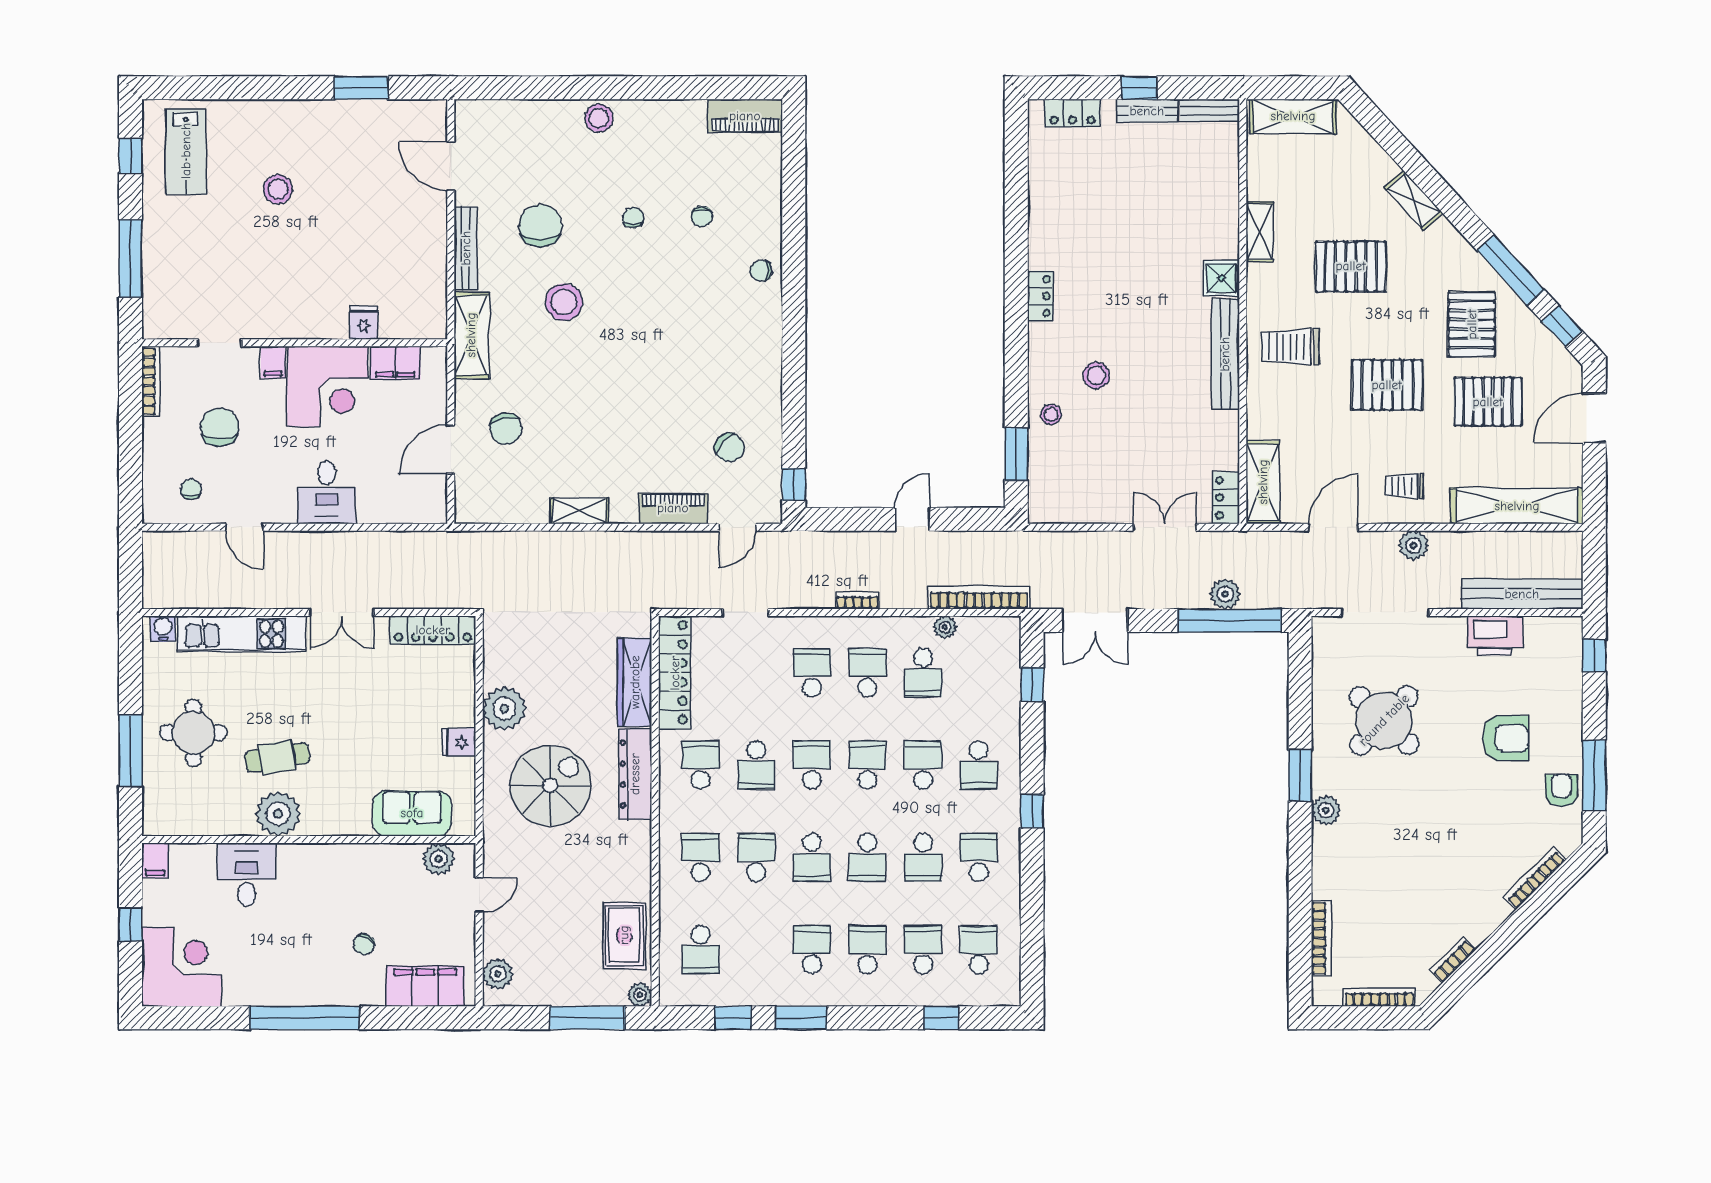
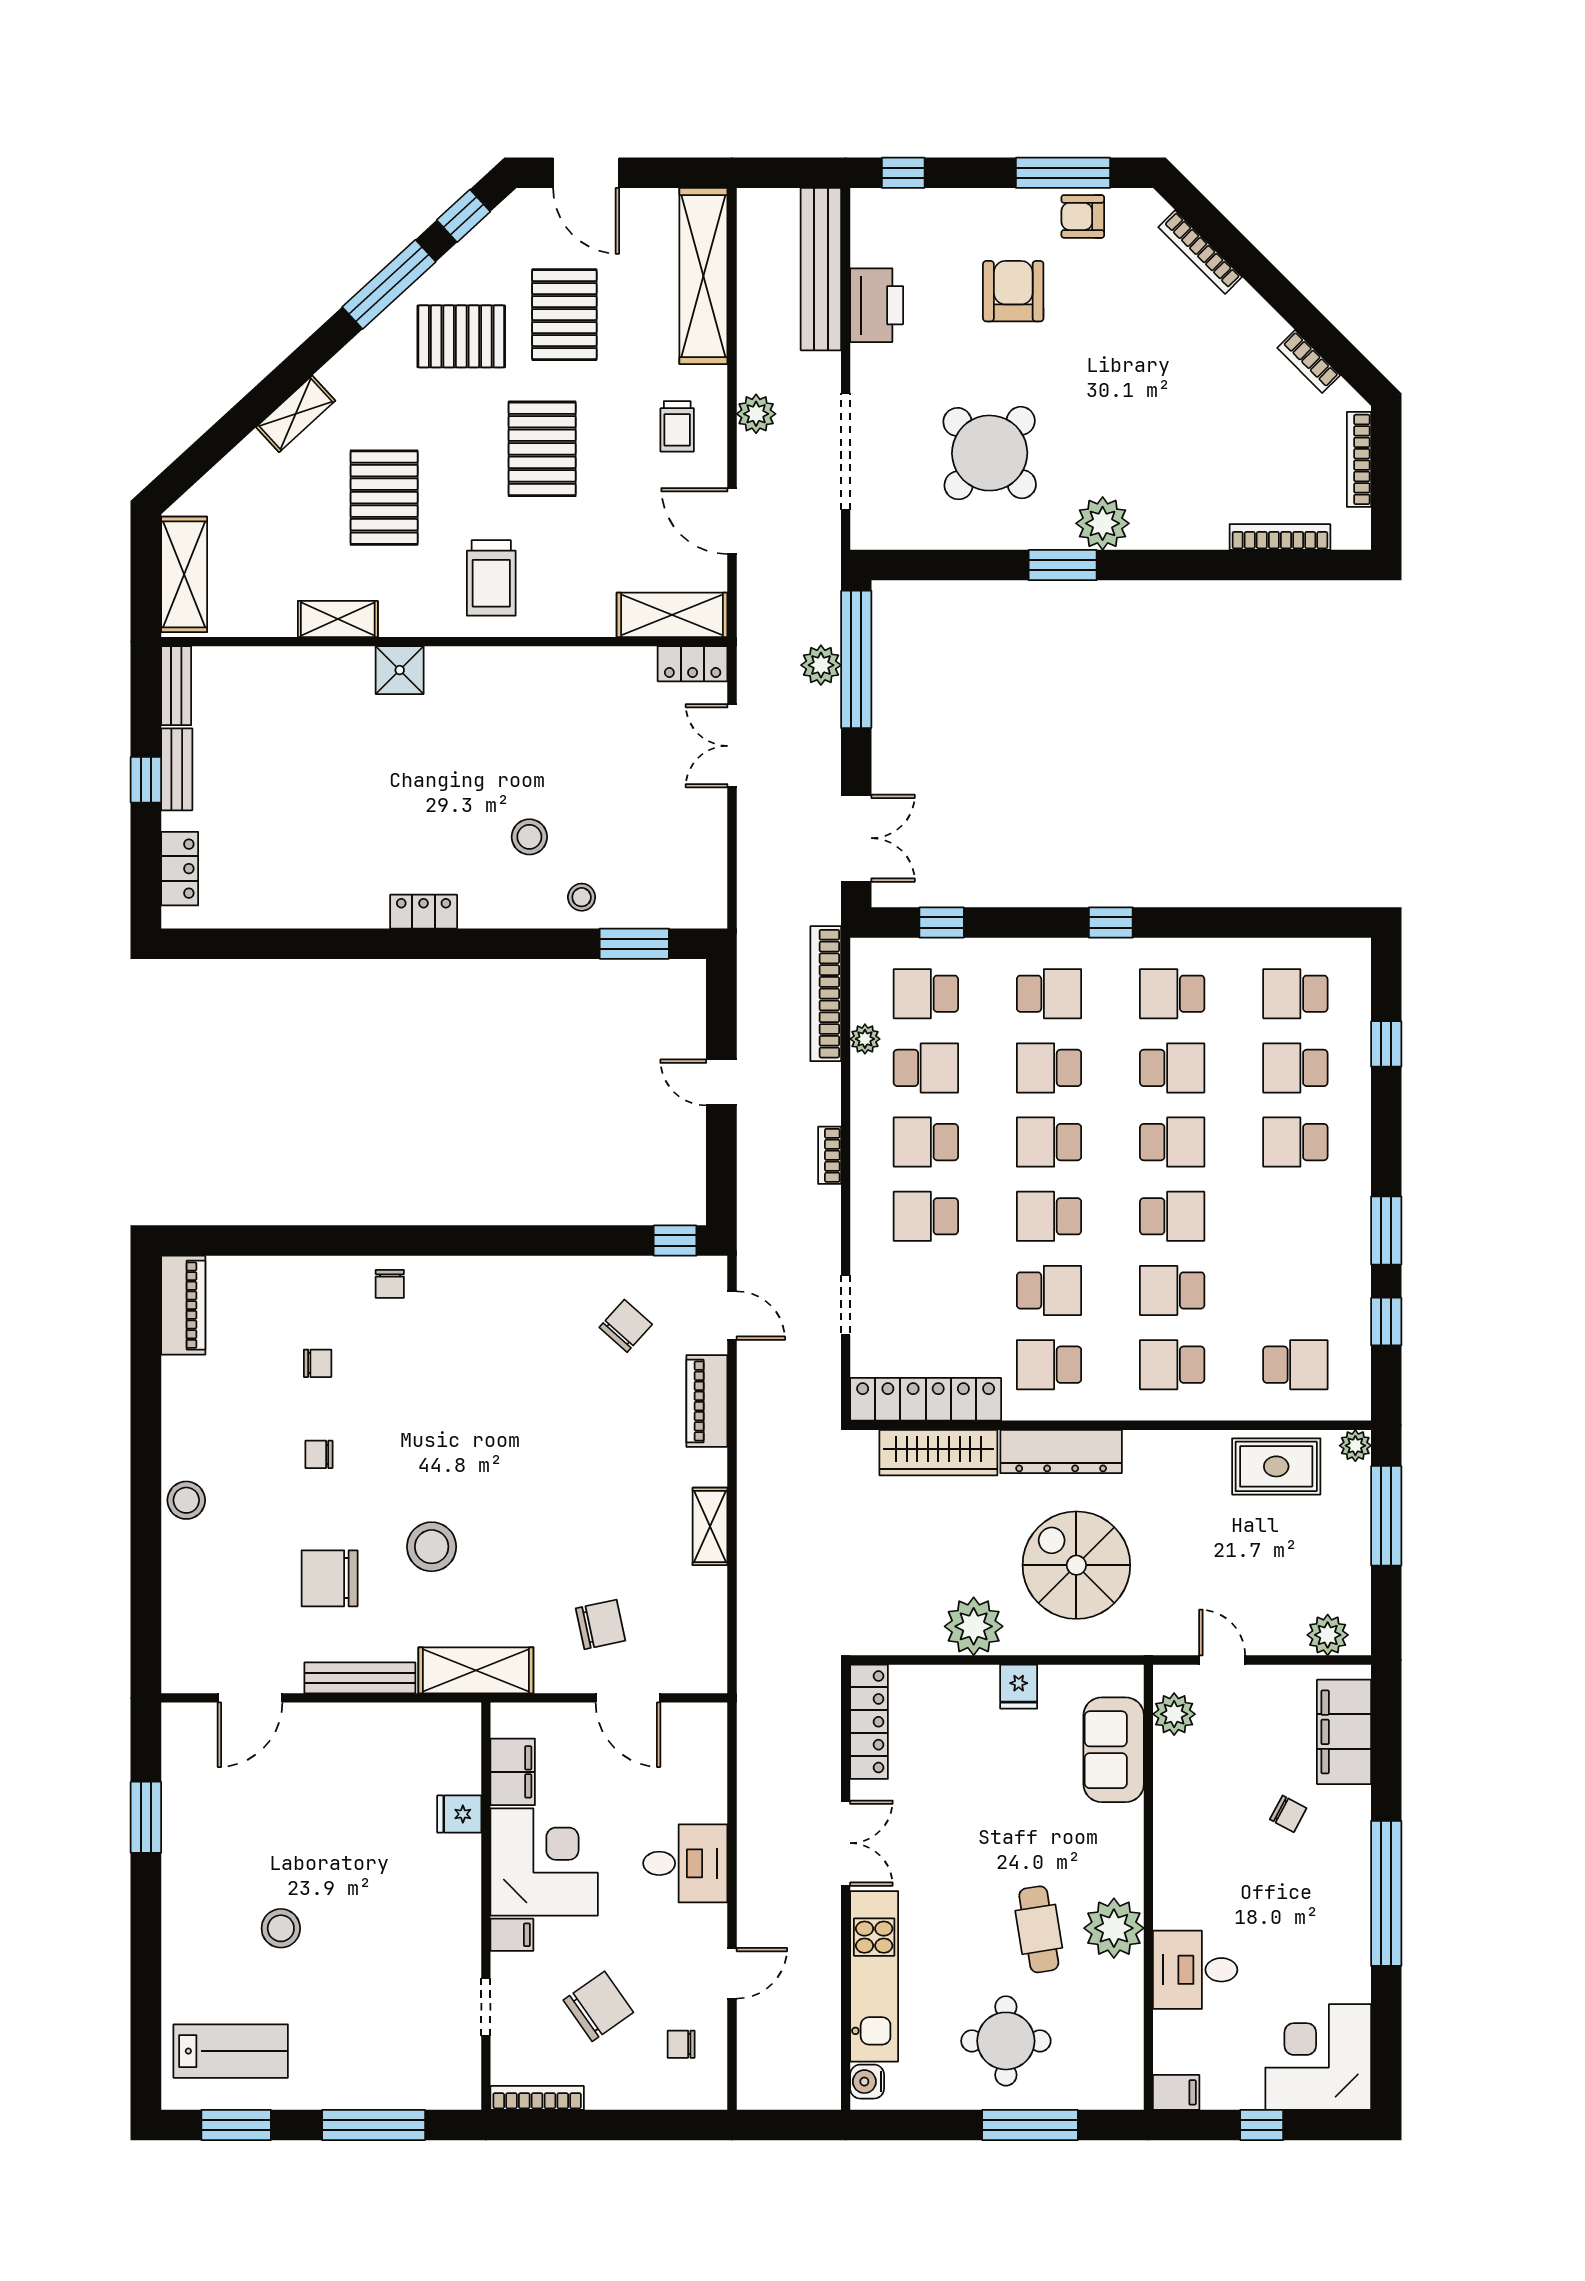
window: (130, 156) -> (236, 2125), width x1.50
bench: (1225, 354) -> (501, 665), removed
chair: (219, 427) -> (598, 2006), turned 145
plant: (1326, 810) -> (1103, 523), width x1.36, depth x1.36
school desk: (812, 950) -> (926, 994), moved

